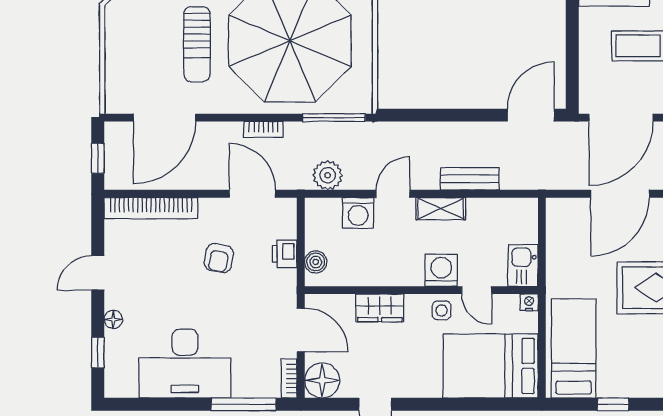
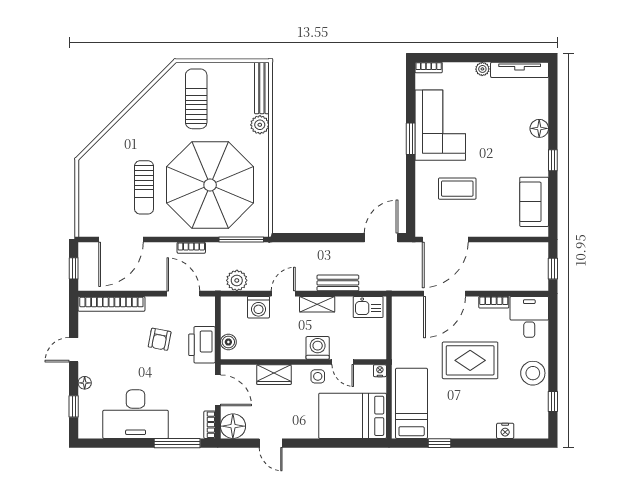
printer: (285, 254) -> (202, 345), width x1.87, depth x1.48
kitchen sink: (523, 266) -> (368, 307), moved, turned -90

